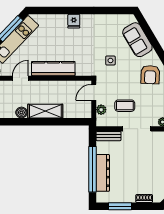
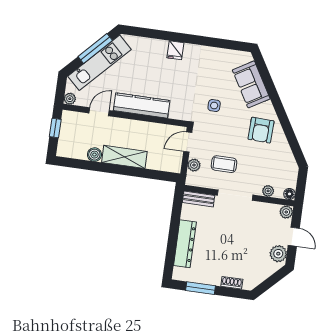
window: (93, 169) -> (173, 238), removed

